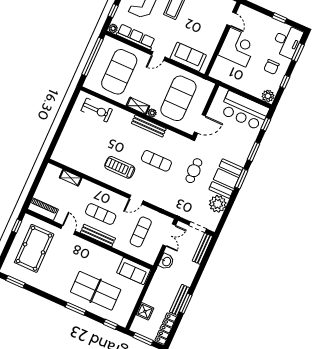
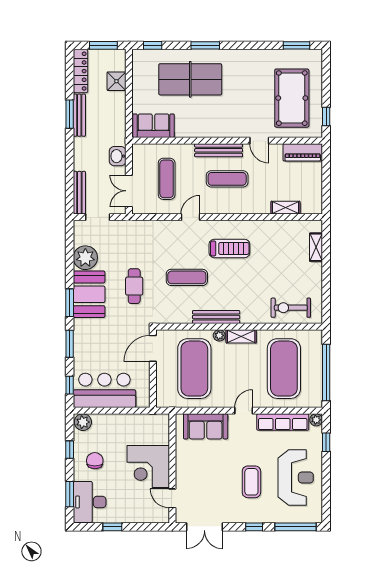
shelving: (62, 143) -> (316, 247), added

